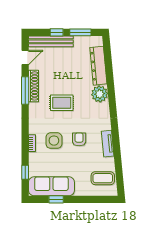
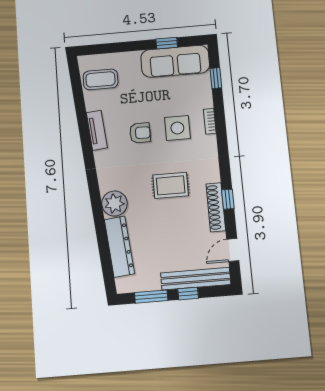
window: (25, 91) -> (228, 199), width x0.46
armchair: (79, 139) -> (140, 133), turned -90

